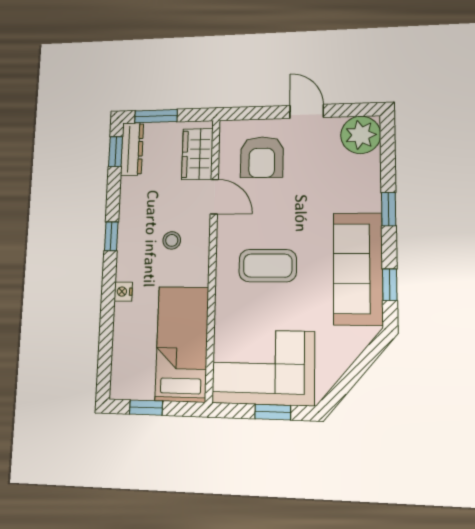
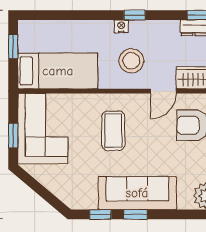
window: (389, 209) -> (135, 214), moved
stool: (172, 240) -> (131, 61), width x1.89, depth x1.89
sofa: (358, 269) -> (137, 193), moved
nightstand: (123, 292) -> (121, 26), moved

